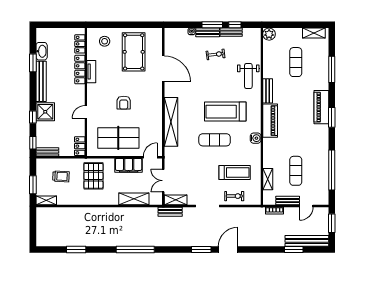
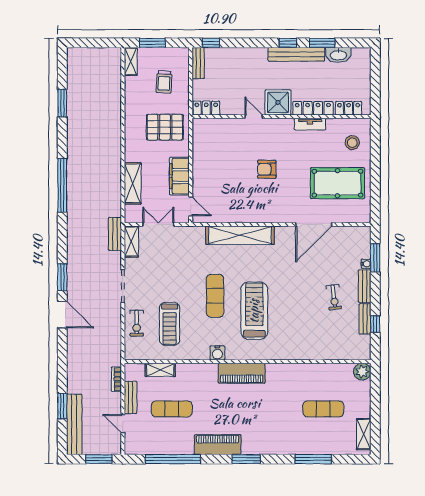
window: (212, 25) -> (375, 258), moved
weight bench: (248, 76) -> (304, 343), removed
bench: (268, 91) -> (283, 370), removed
piano: (321, 107) -> (218, 445), moved
shower: (45, 112) -> (278, 102), moved
window: (33, 117) -> (288, 43), moved
table tennis table: (118, 138) -> (218, 162), removed

